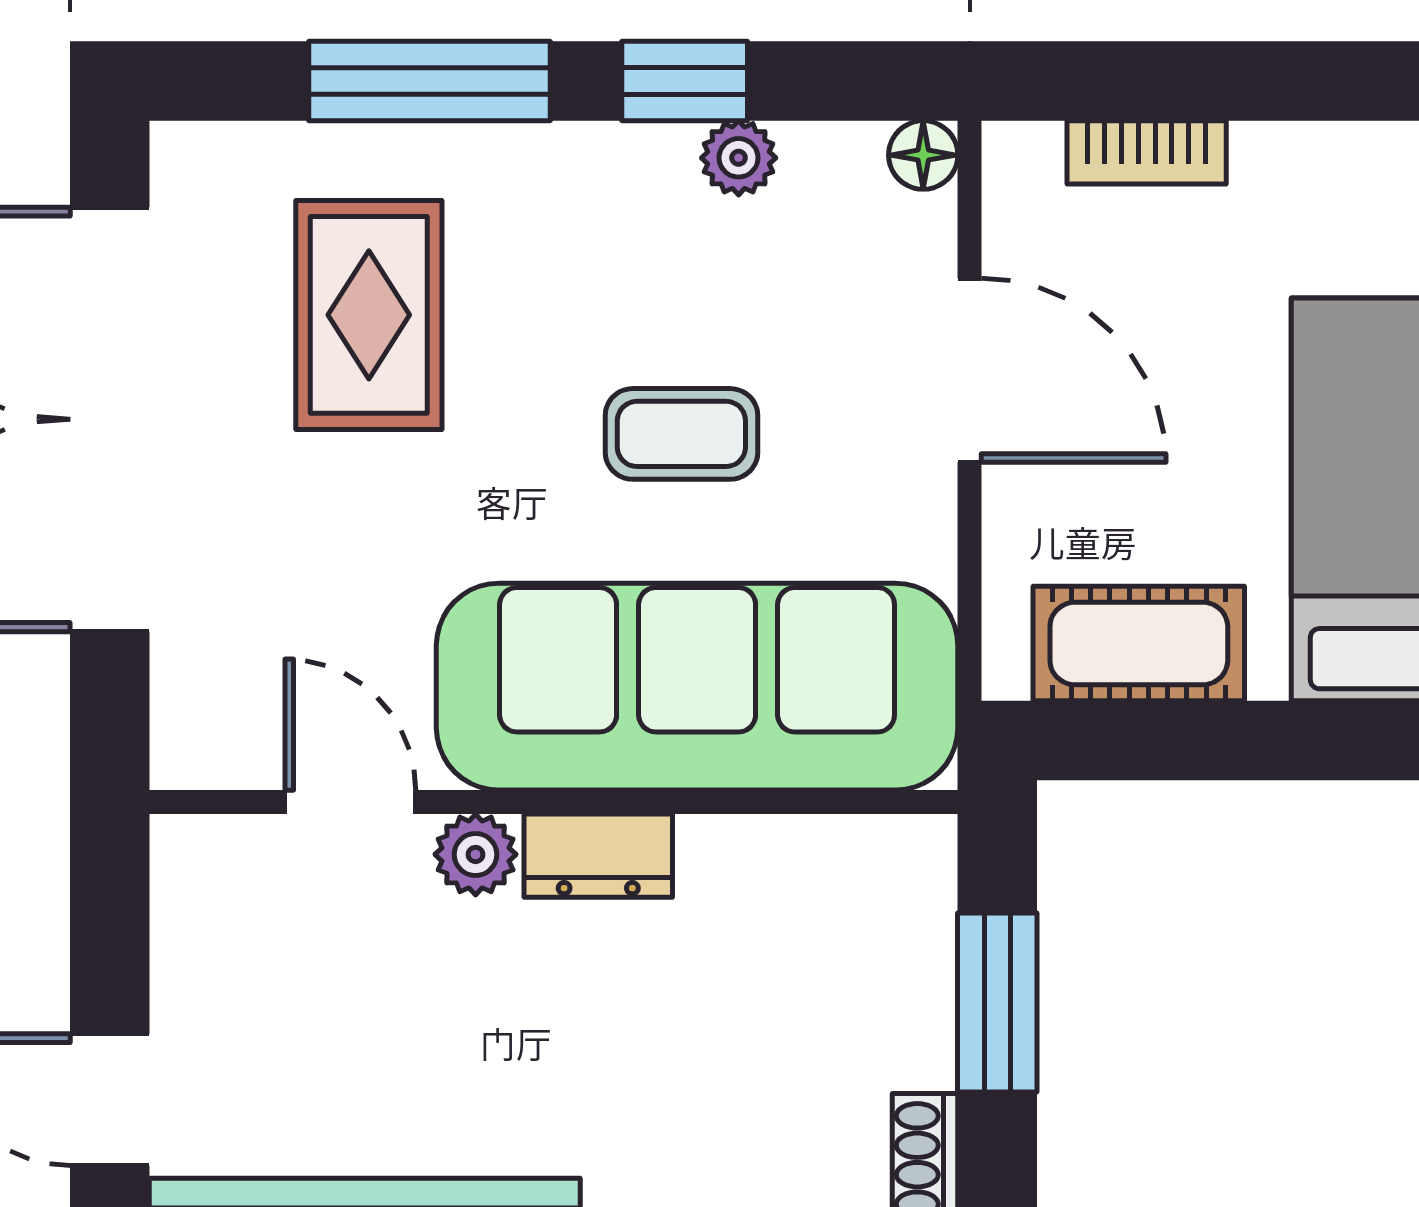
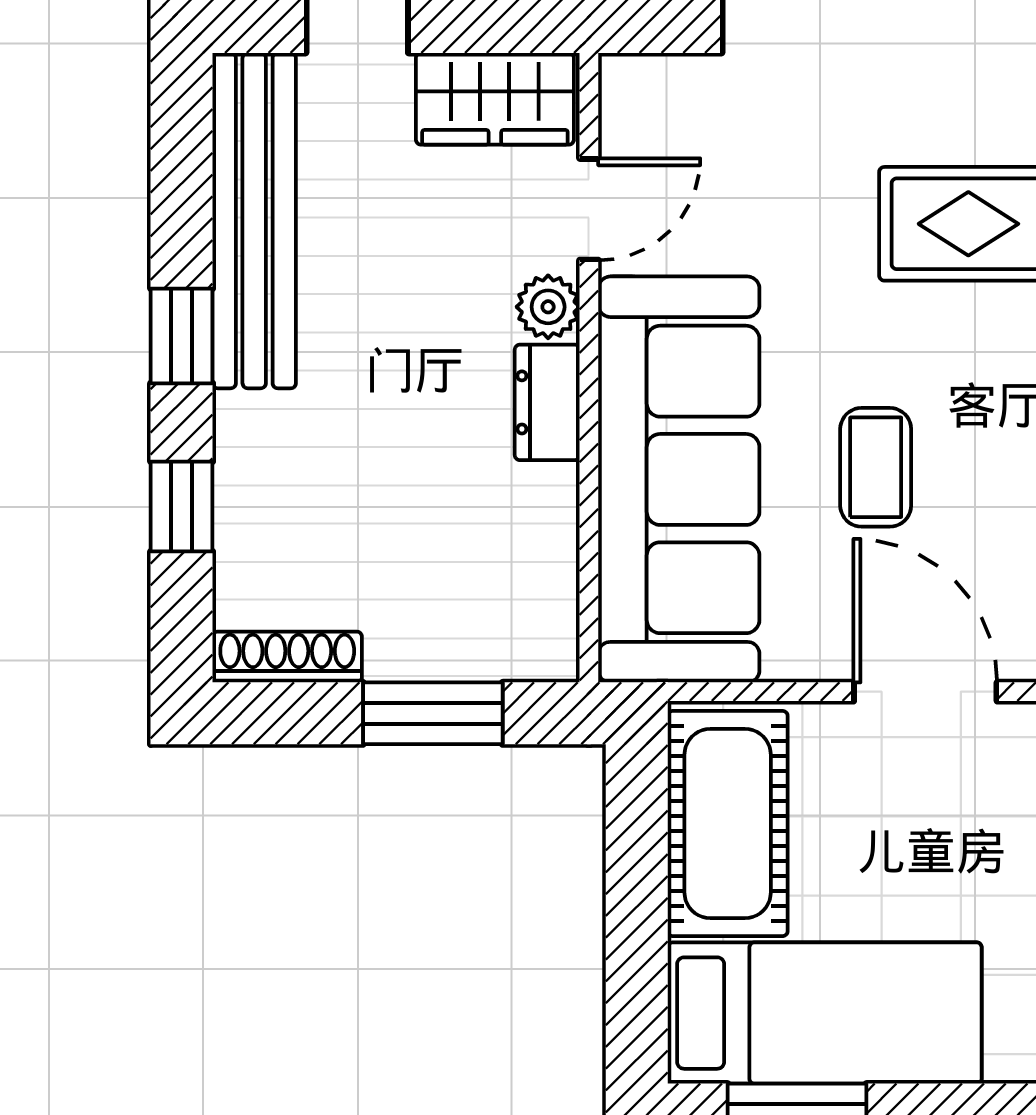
door: (970, 370) -> (925, 692), swing flipped
cot: (1139, 644) -> (728, 824), width x1.37, depth x1.34
wardrobe: (208, 923) -> (495, 99), added

